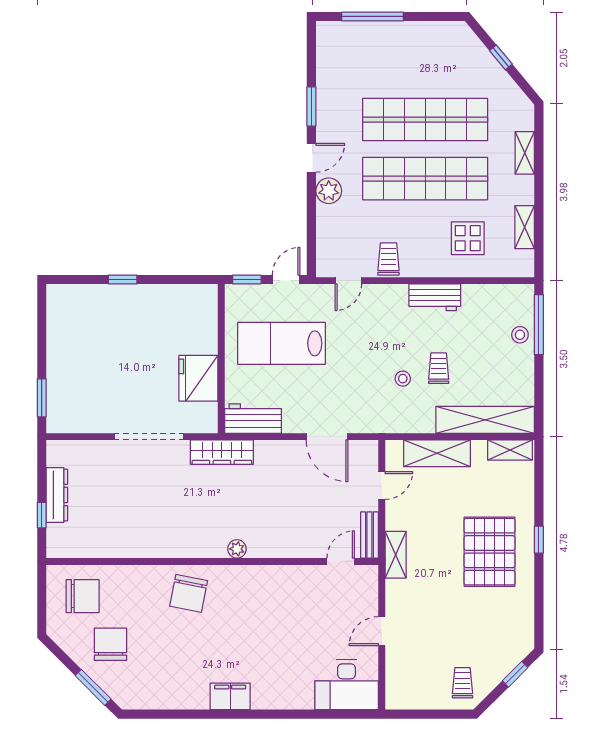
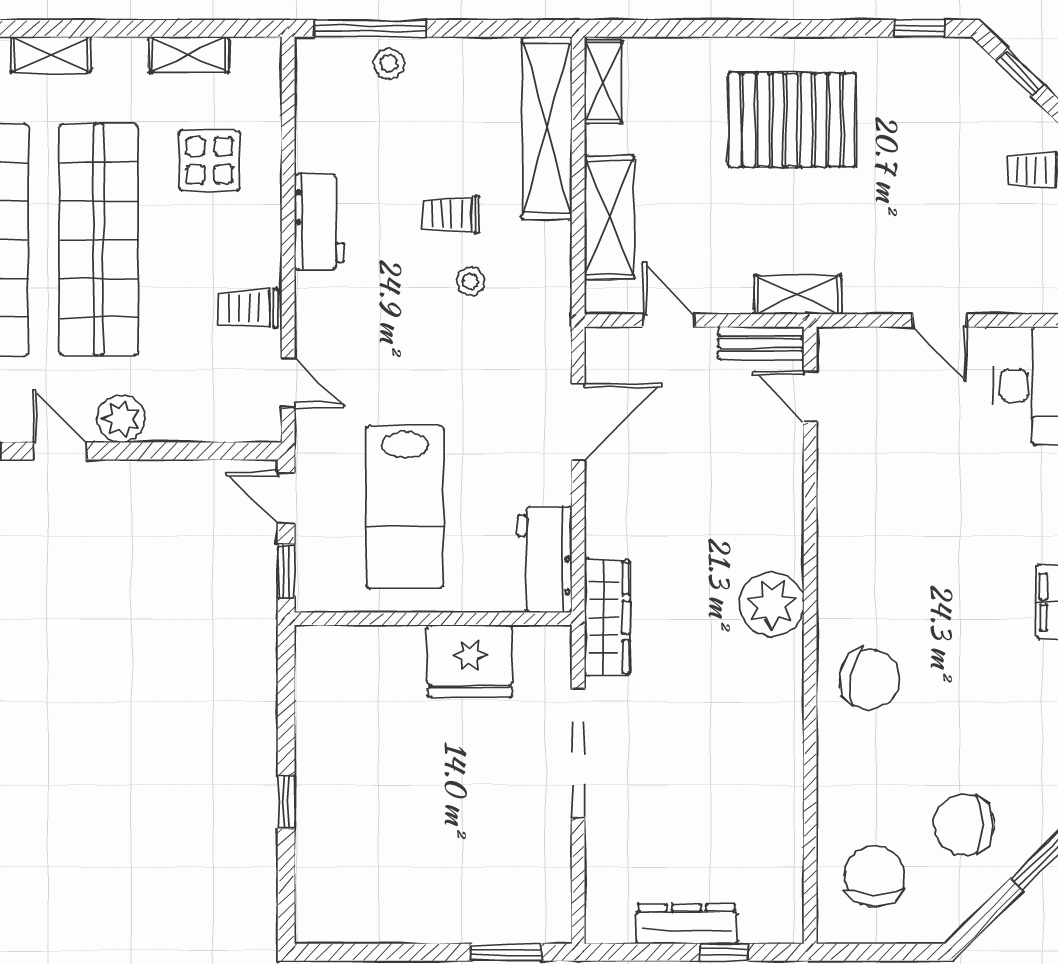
window: (539, 540) -> (920, 28), moved
plant: (237, 549) -> (772, 604), width x1.87, depth x1.87

